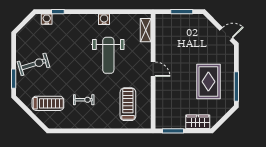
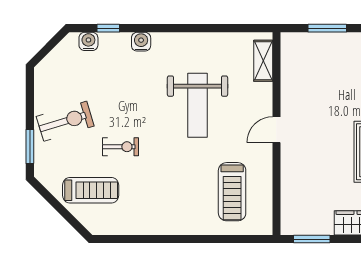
water cooler: (104, 19) -> (141, 42), moved
door: (153, 69) -> (276, 130), swing flipped
exercise bike: (84, 100) -> (121, 147), moved
treadmill: (128, 104) -> (232, 192), turned 180

